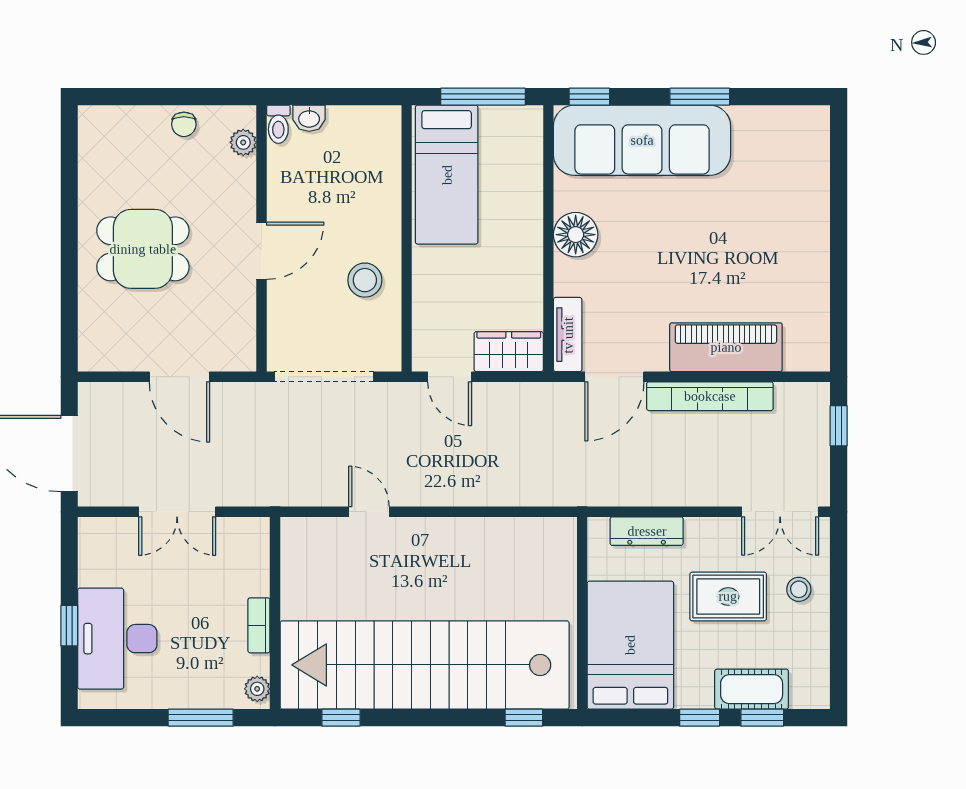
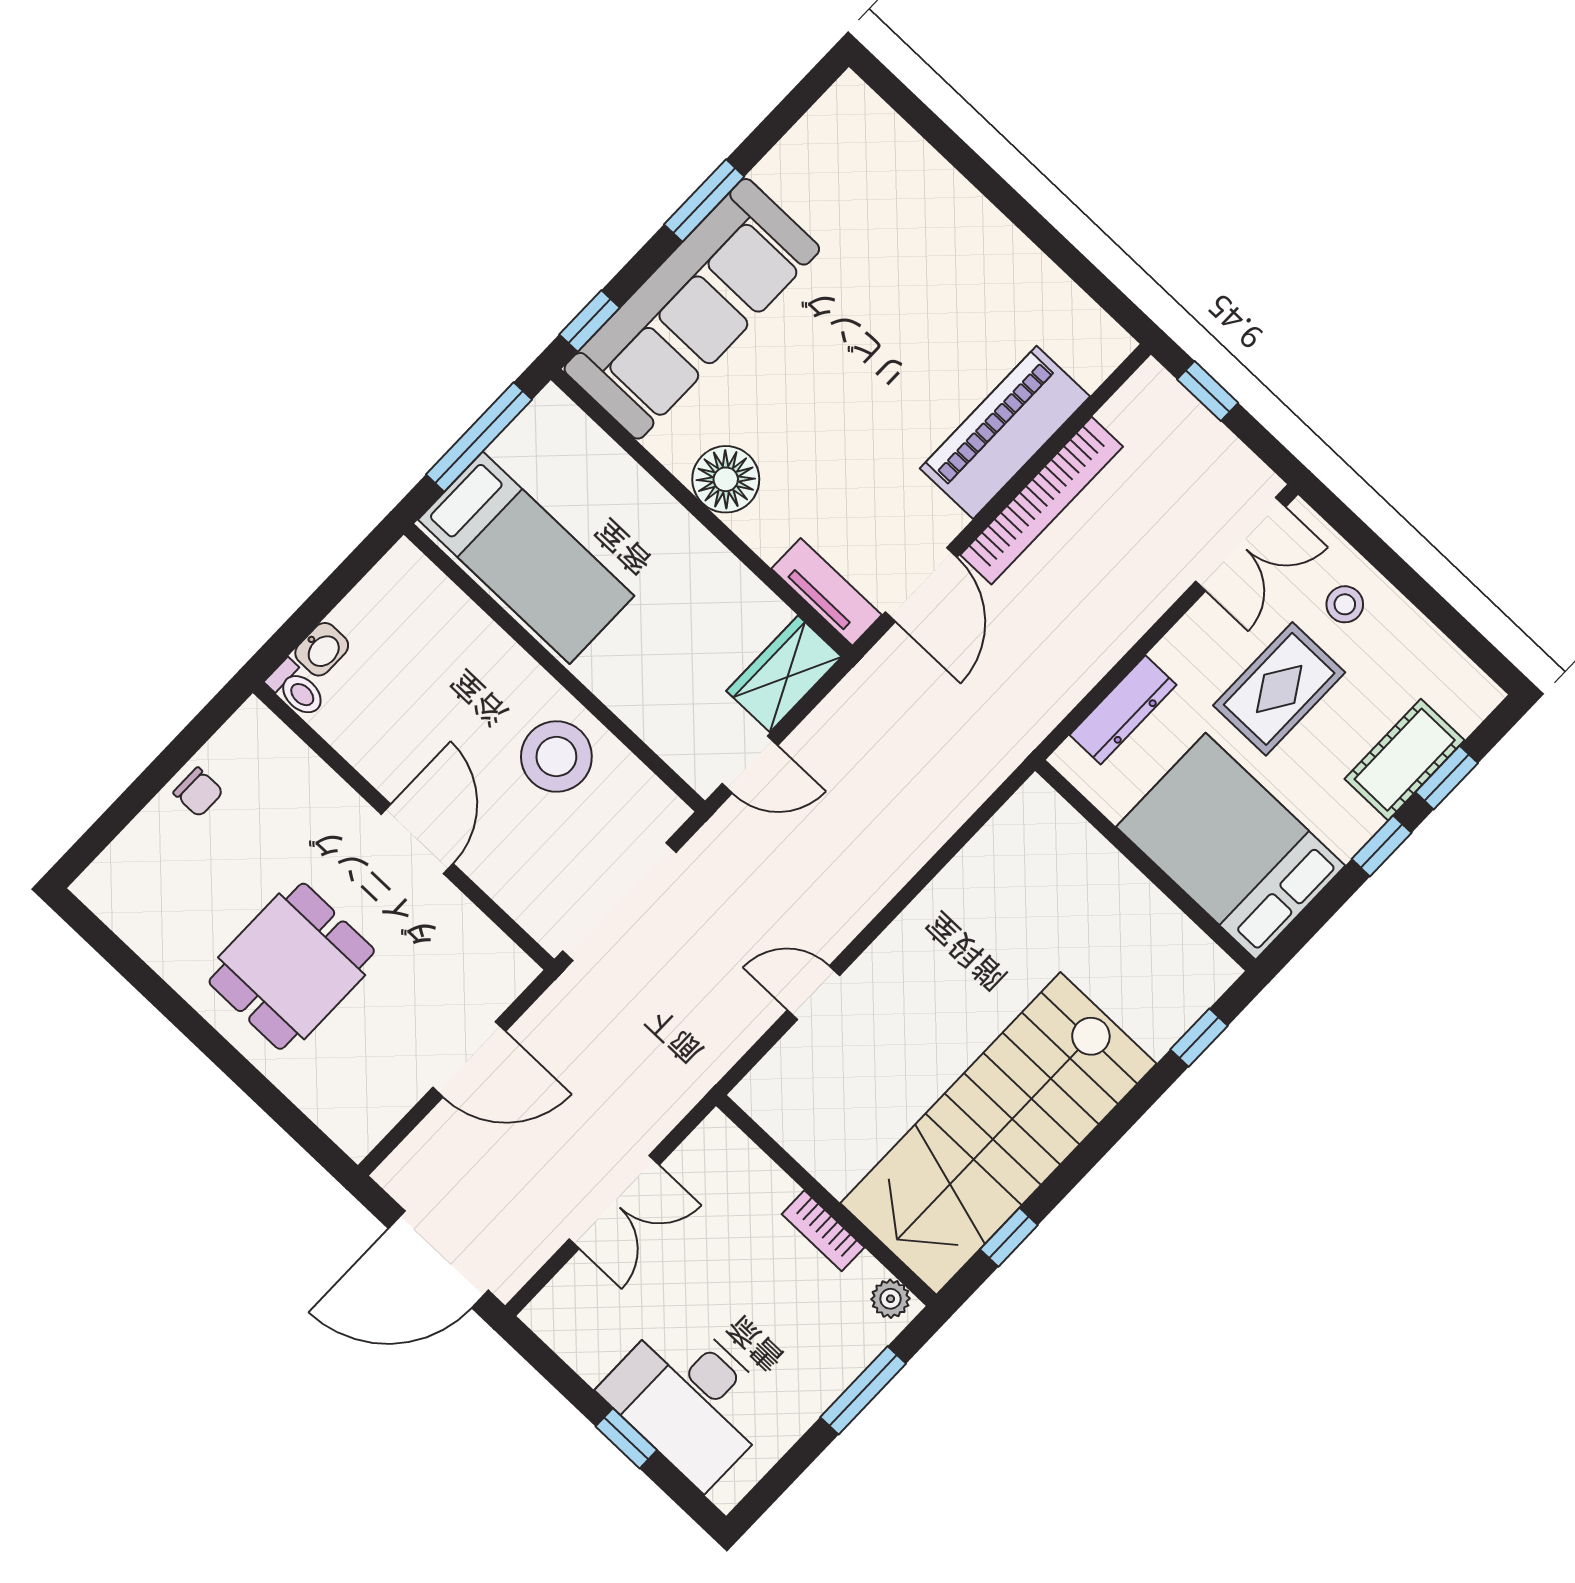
plant: (243, 142) -> (280, 746), removed
stool: (365, 280) -> (556, 757), width x1.38, depth x1.38
stairs: (425, 665) -> (998, 1133), width x0.73

